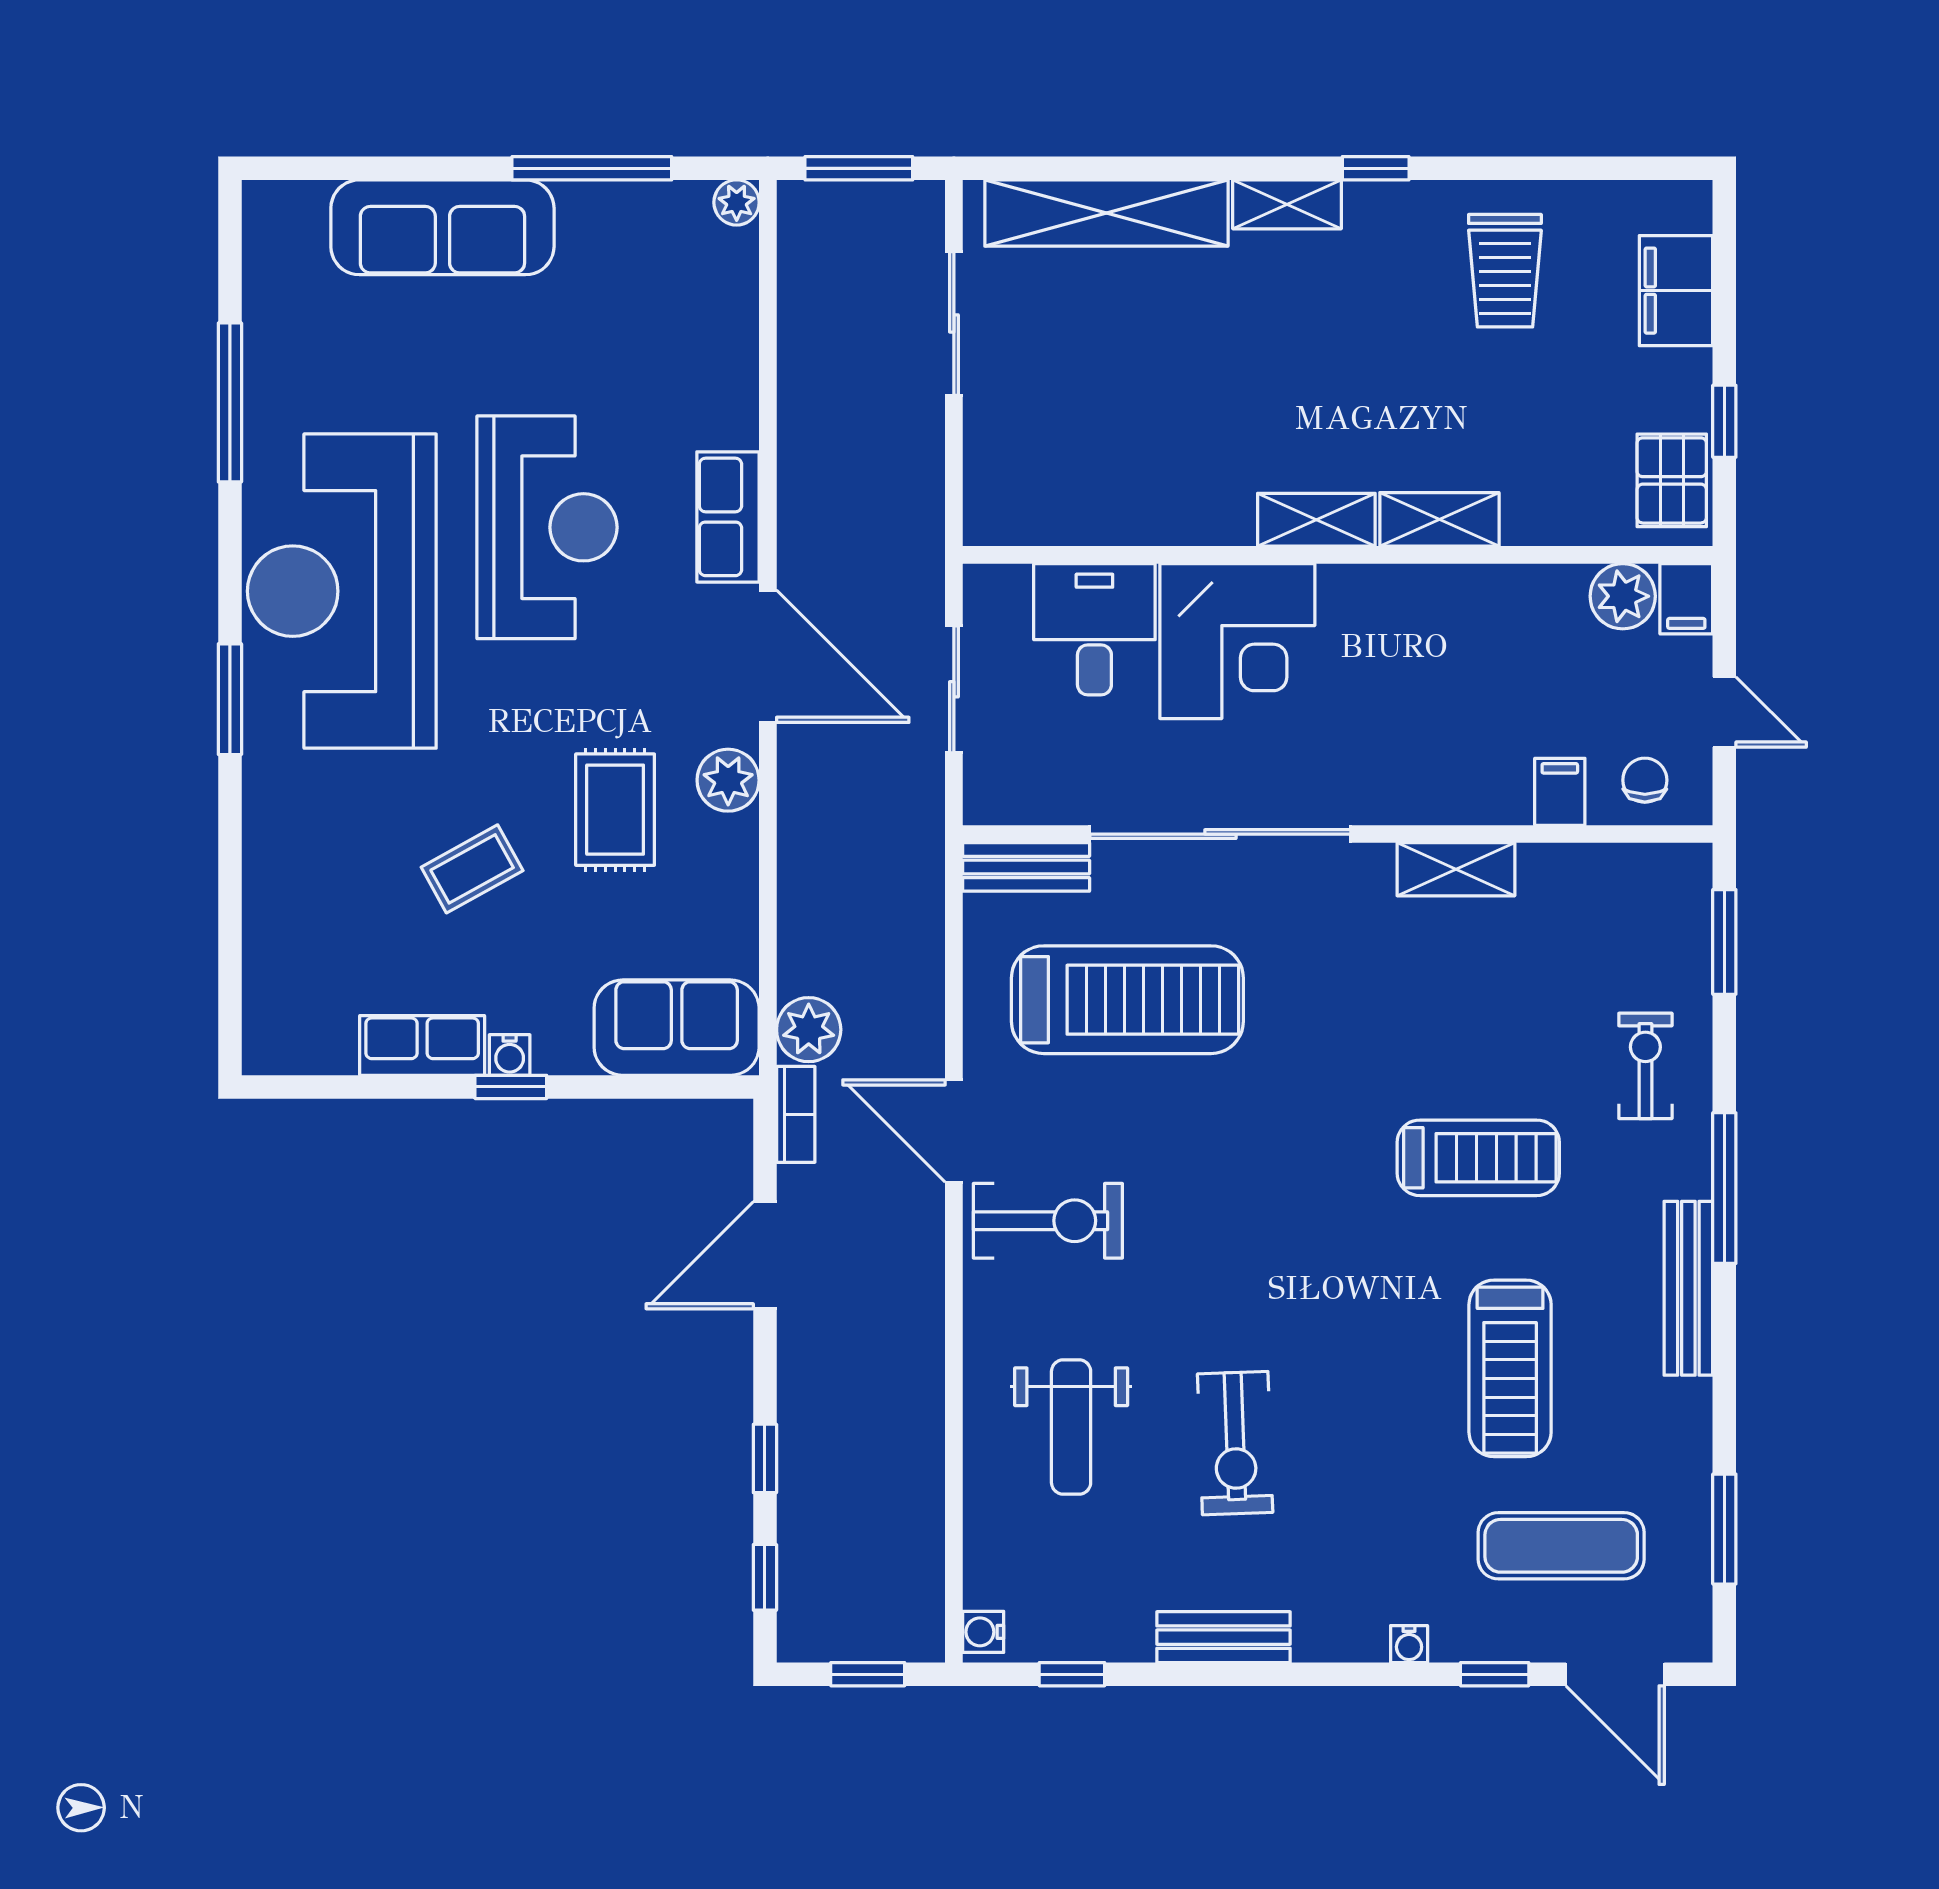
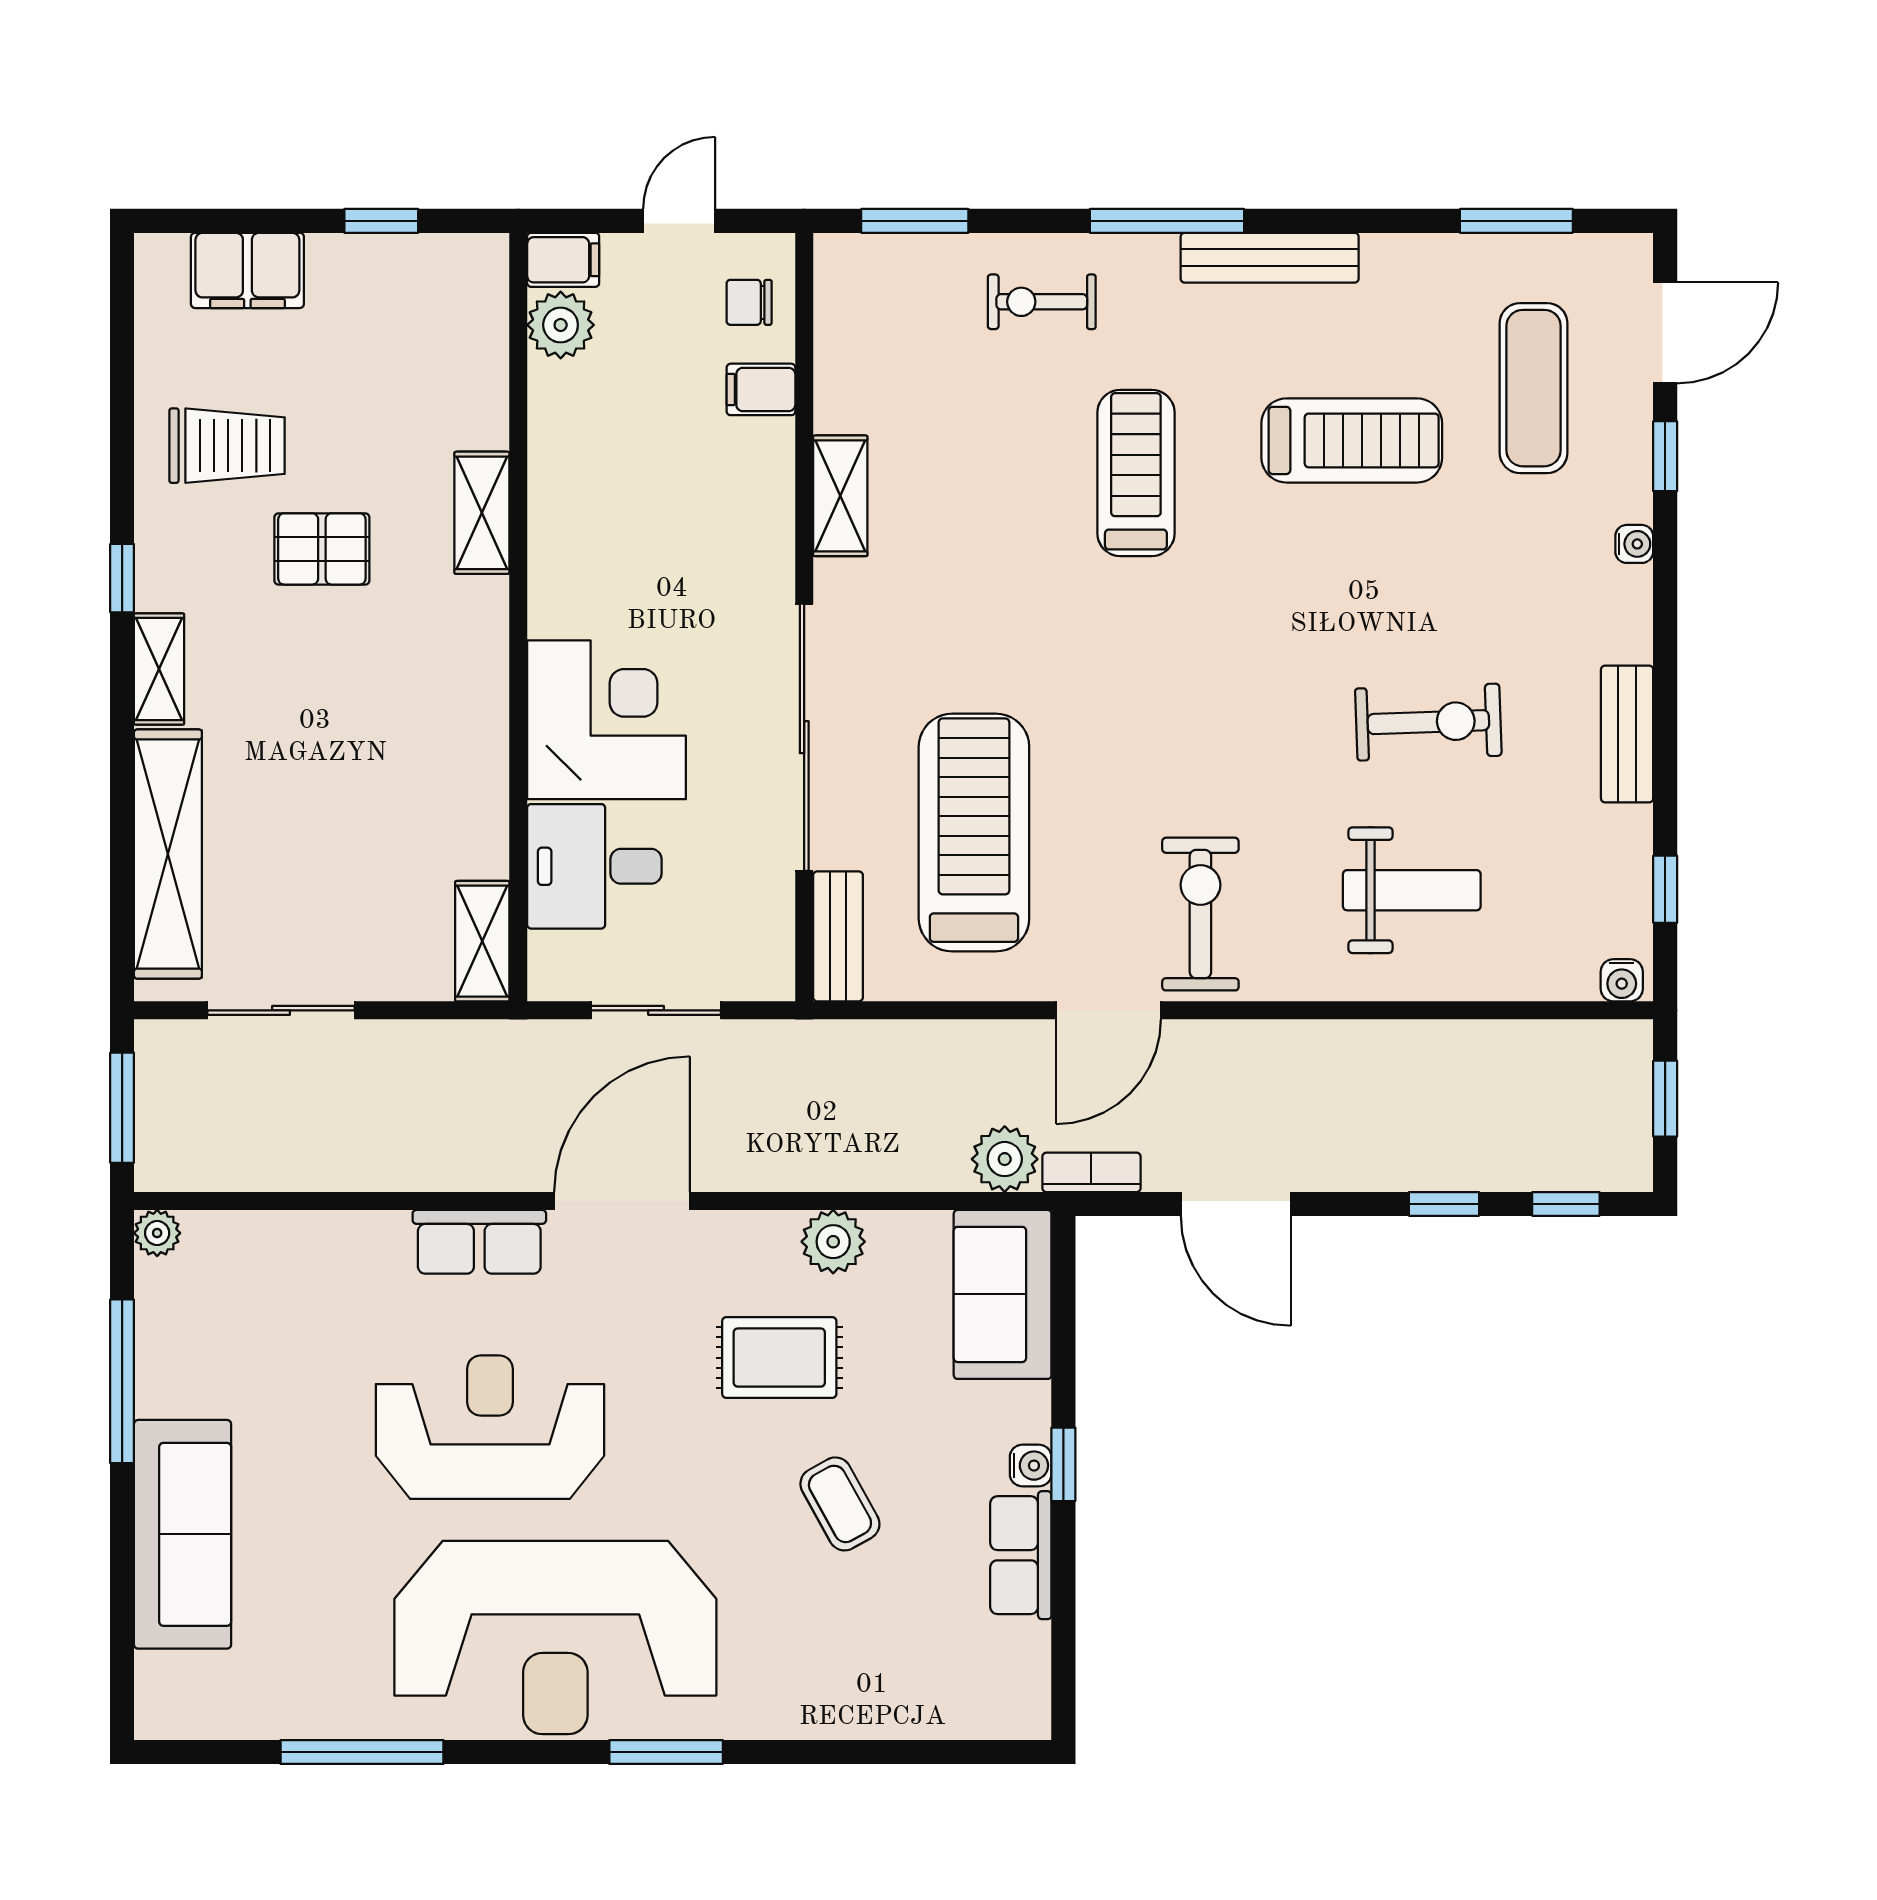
pallet: (1672, 480) -> (322, 549), moved
shelving: (1316, 520) -> (482, 941), moved
plant: (728, 780) -> (833, 1242), moved

